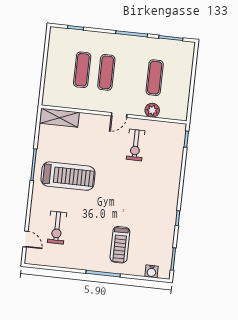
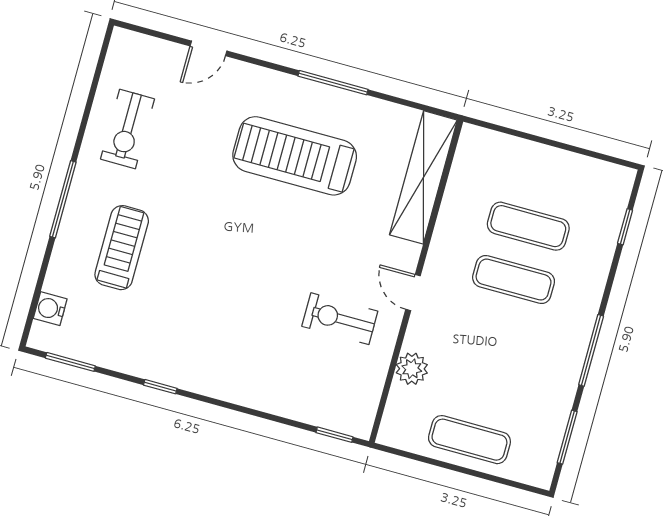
exercise mat: (155, 78) -> (469, 440), moved
shelving: (59, 118) -> (423, 177), width x1.47
treadmill: (68, 176) -> (295, 156), turned 90
exercise bike: (57, 228) -> (128, 129), moved, turned -90
door: (25, 239) -> (209, 48), moved
treadmill: (120, 245) -> (122, 248), turned 90

